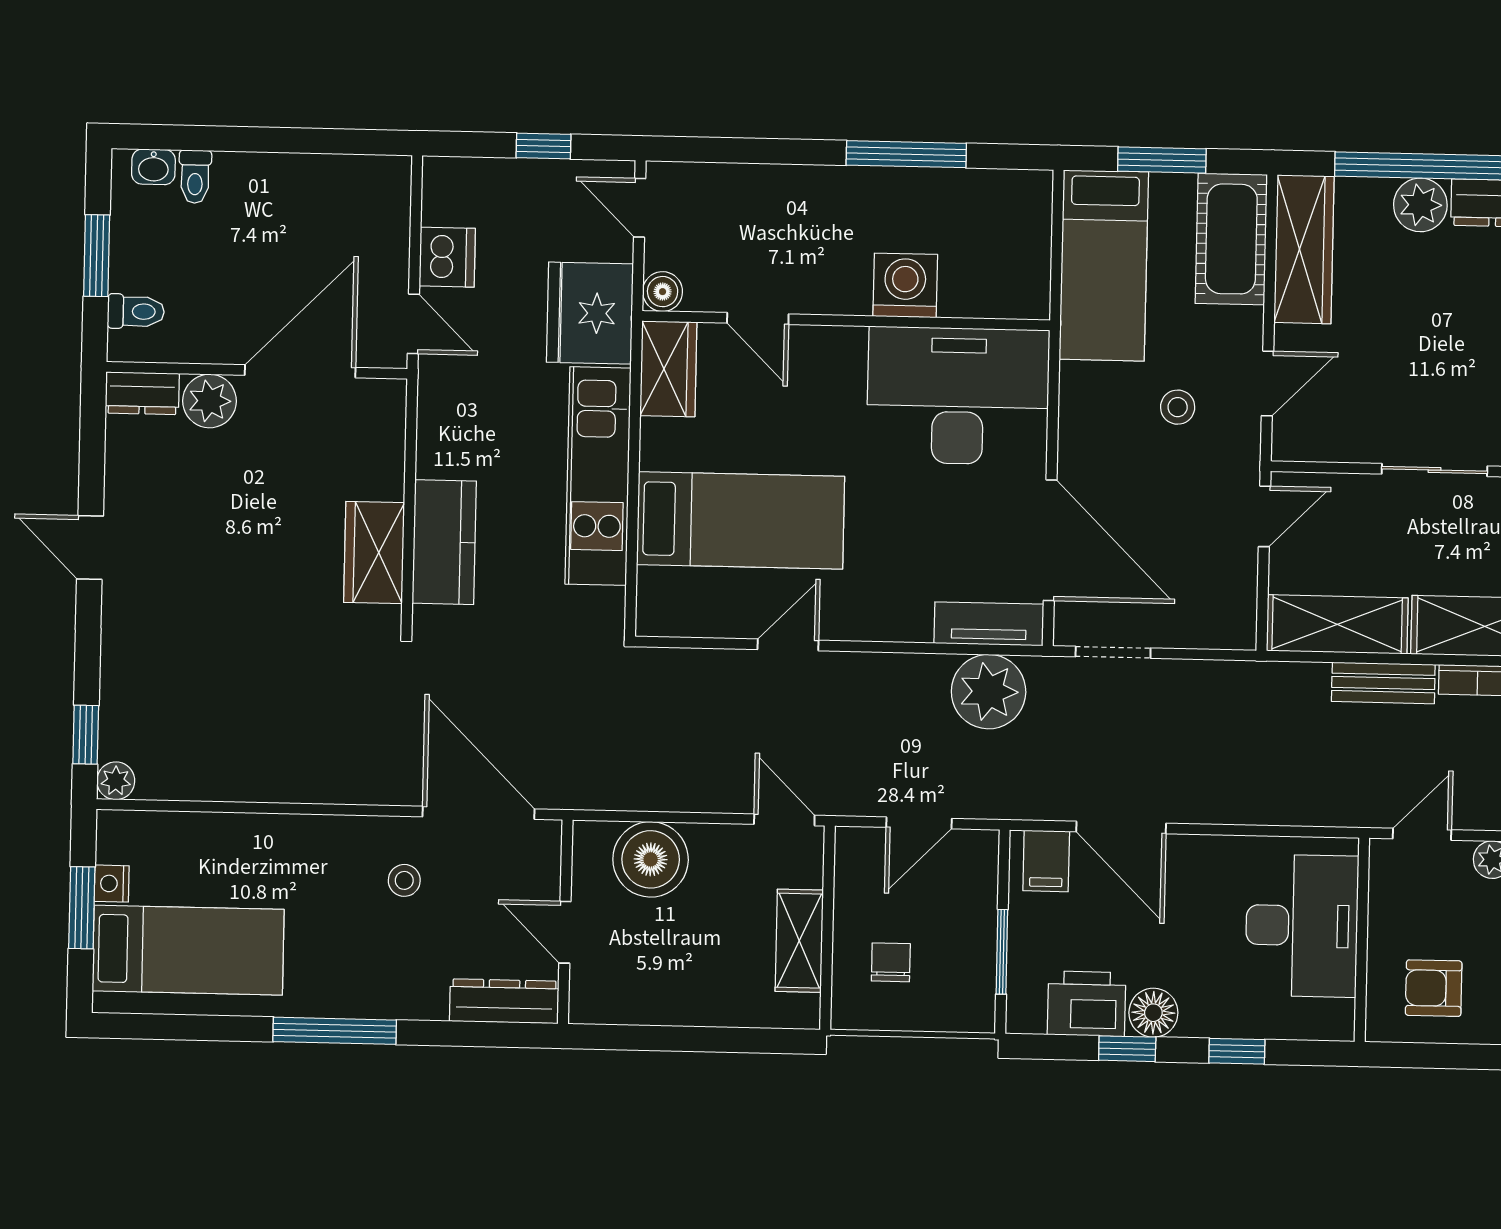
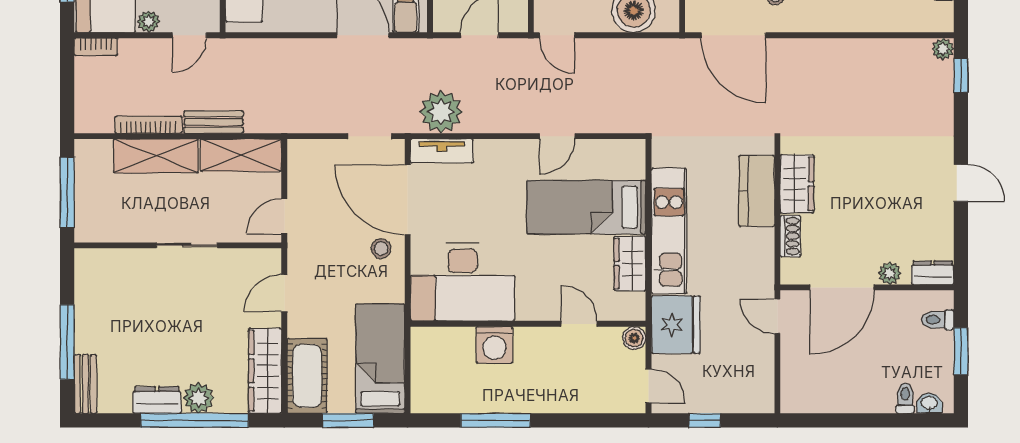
dishwasher: (447, 257) -> (759, 355), removed
wardrobe: (668, 369) -> (630, 264), moved
plant: (210, 401) -> (890, 273), width x0.73, depth x0.73
stool: (1178, 407) -> (381, 249), moved
shoe rack: (388, 462) -> (790, 236), added

